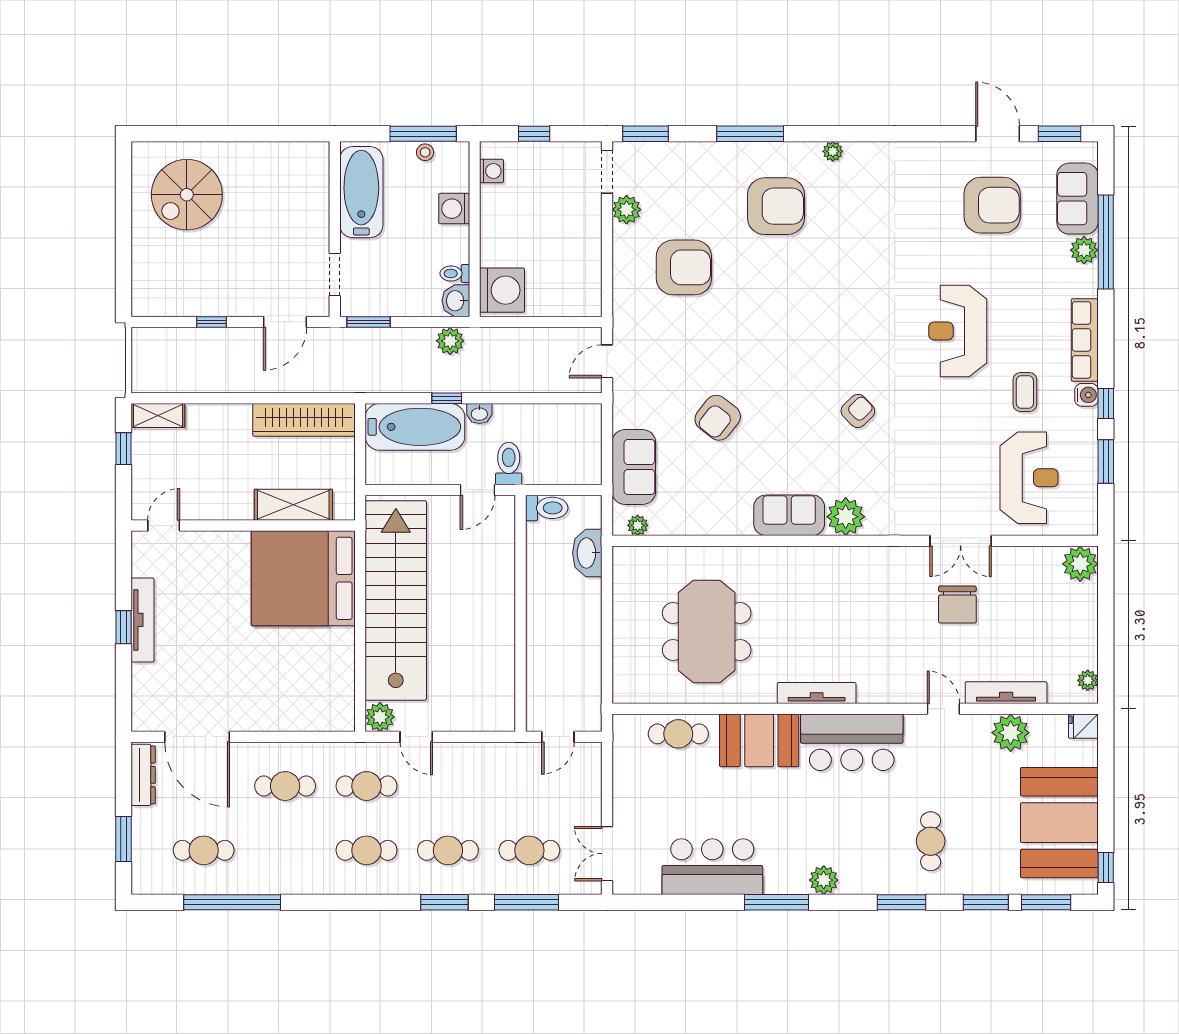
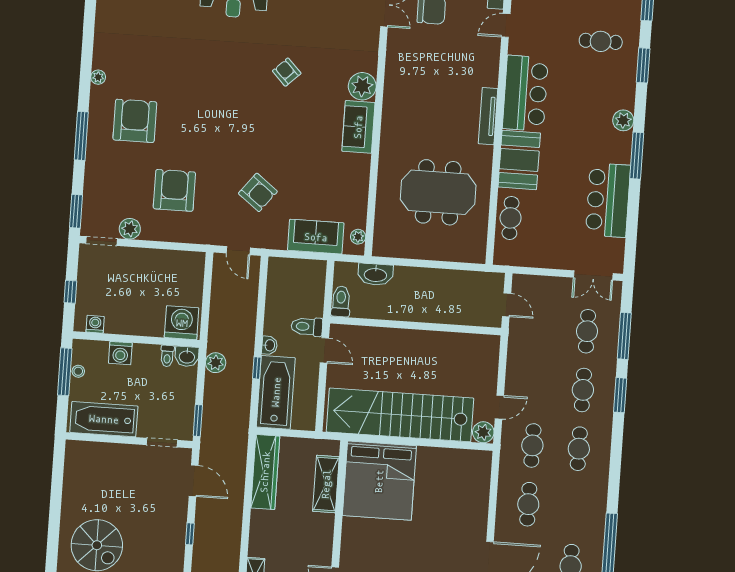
armchair: (718, 418) -> (258, 192), moved

